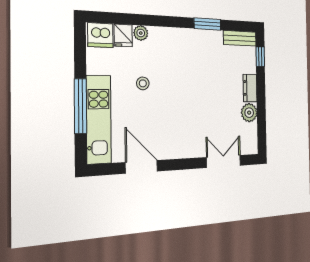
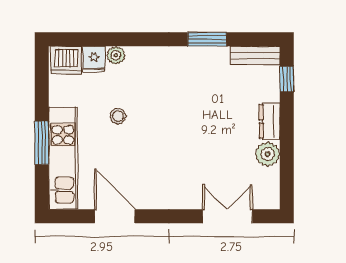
window: (80, 106) -> (42, 143), width x0.69

